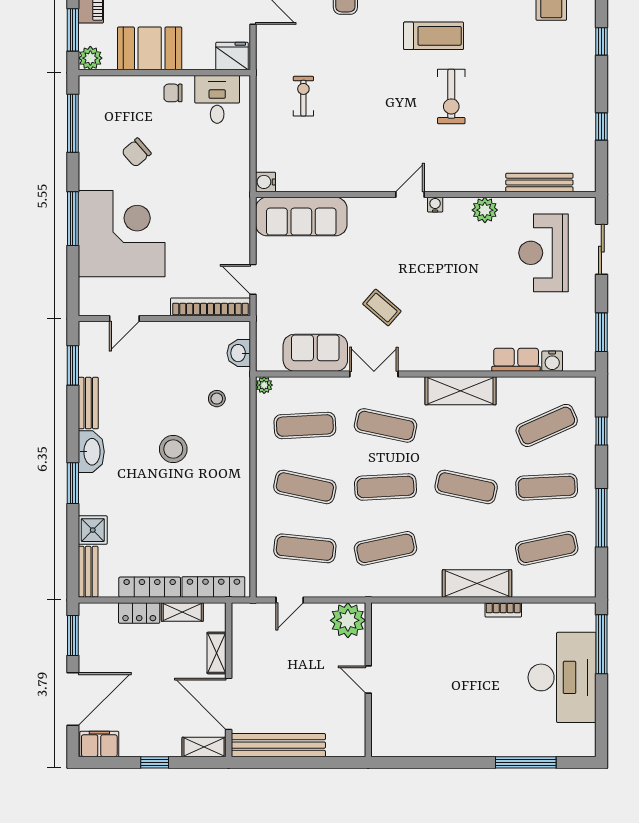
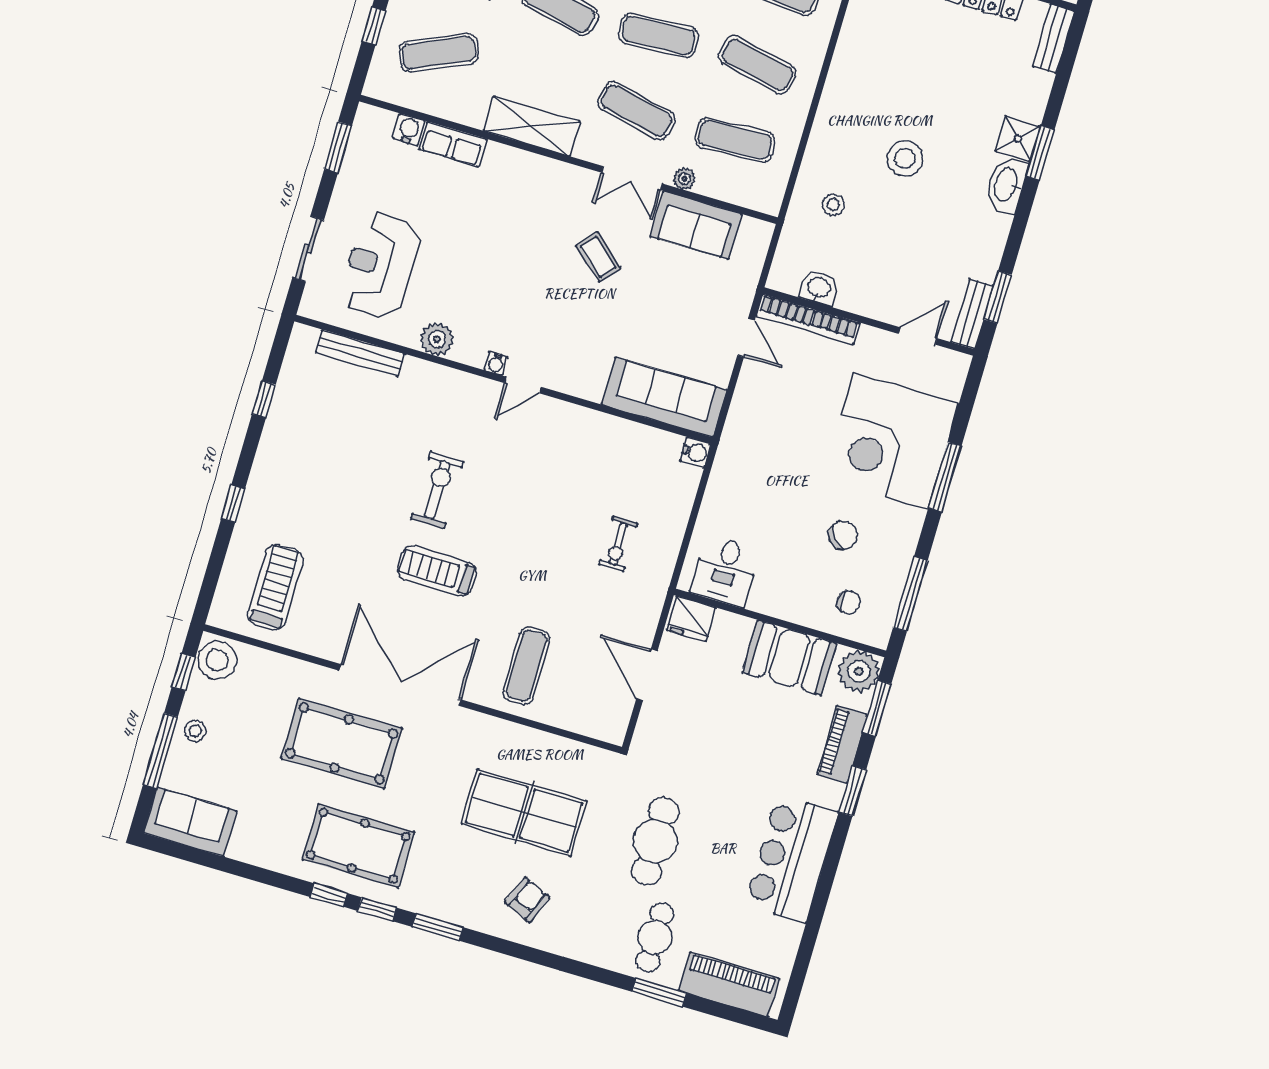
plant: (90, 58) -> (859, 671), width x1.36, depth x1.36
chair: (173, 93) -> (849, 602), moved
reception desk: (544, 253) -> (380, 265), turned 180
washbasin: (239, 353) -> (819, 288), moved, turned -90
plant: (264, 385) -> (684, 179), moved
bench: (88, 403) -> (972, 314), moved
shower: (93, 530) -> (1018, 139), moved

